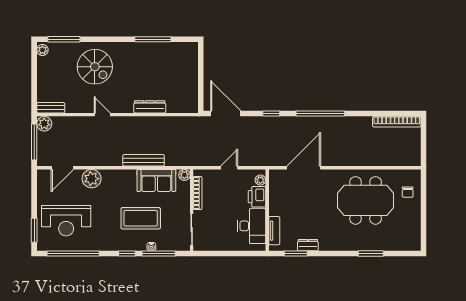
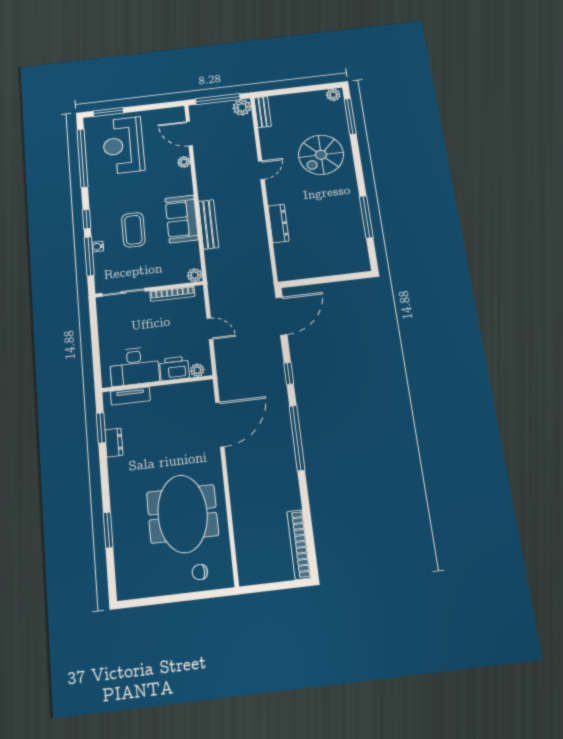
door: (304, 168) -> (220, 424), hinge flipped
plant: (92, 179) -> (184, 162), width x0.53, depth x0.53
sofa: (156, 180) -> (182, 219), moved
coffee table: (141, 218) -> (133, 230), width x0.73, depth x0.76

